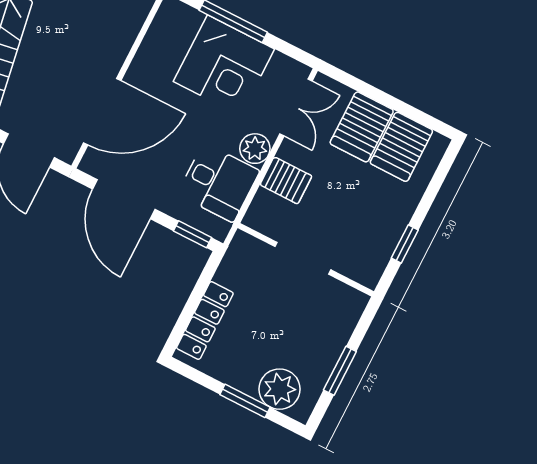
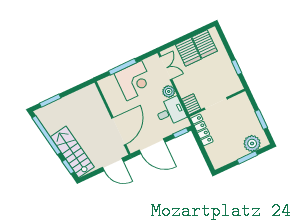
server rack: (286, 180) -> (191, 104), moved, turned -90
locker: (205, 321) -> (202, 130), moved

